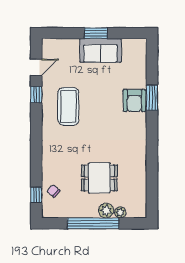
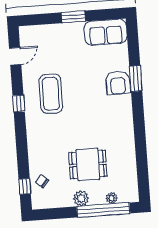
sofa: (100, 50) -> (106, 32), moved
window: (36, 95) -> (19, 103), moved
plant: (106, 211) -> (81, 198), moved
window: (93, 223) -> (103, 210), moved

